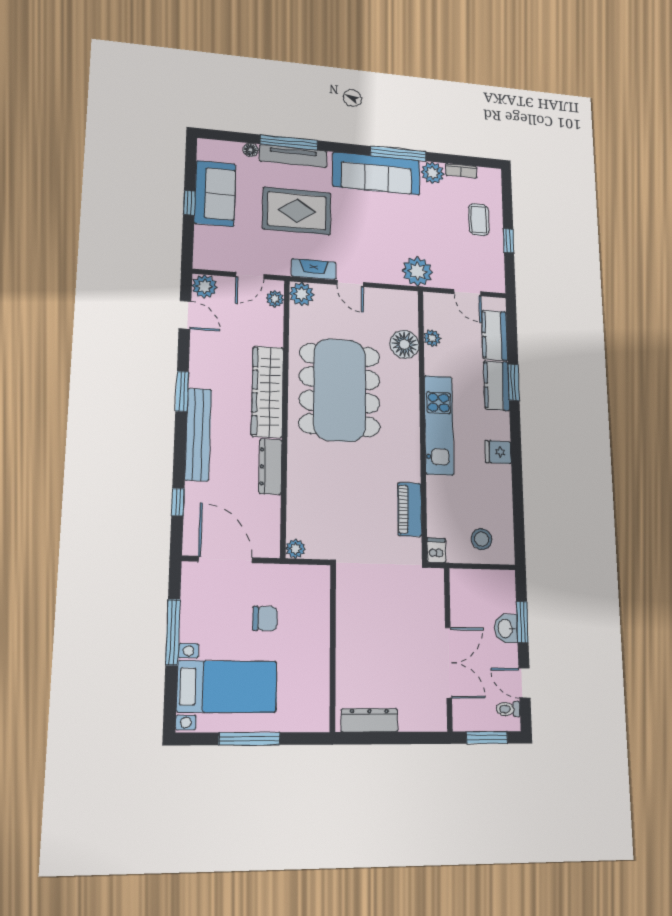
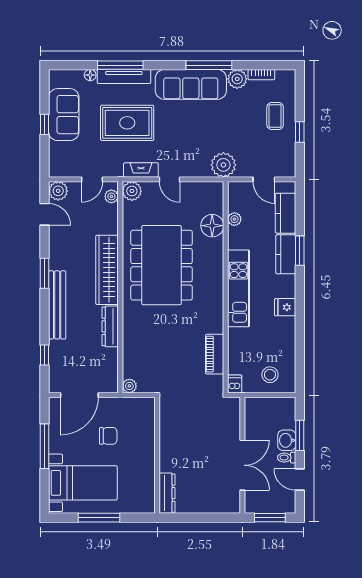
door: (225, 560) -> (79, 395), swing flipped
toilet: (508, 709) -> (287, 458), moved
dresser: (369, 720) -> (167, 493), moved, turned 90

